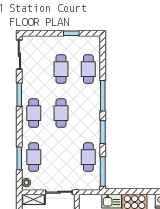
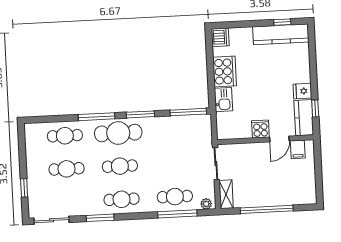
window: (71, 33) -> (24, 188), moved
cafe table: (88, 157) -> (118, 133), moved, width x1.37, depth x1.35
window: (19, 158) -> (177, 214), width x1.44

